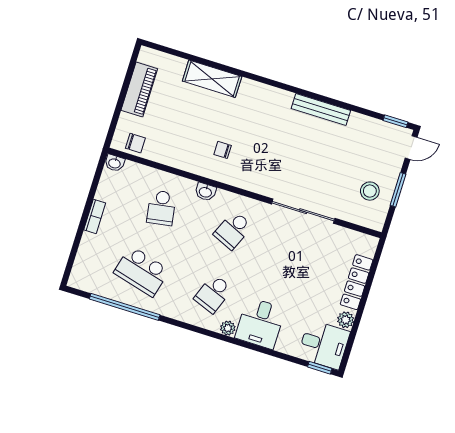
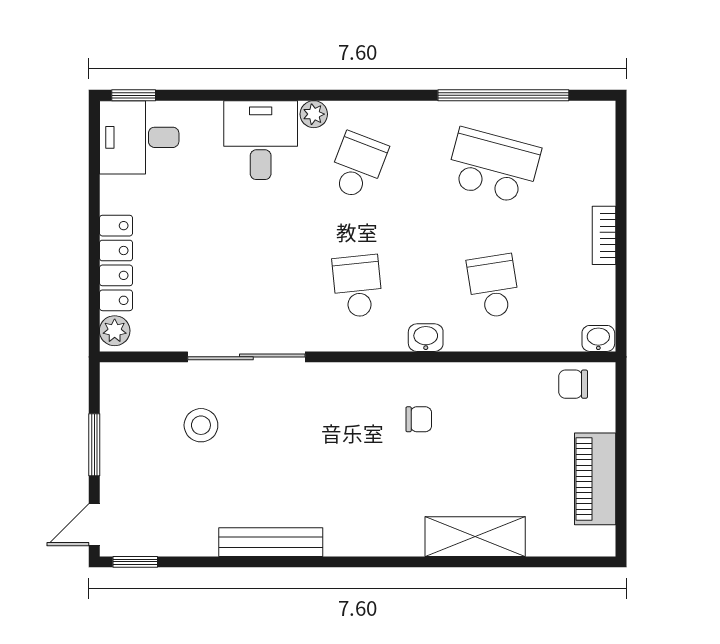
stool: (370, 191) -> (201, 425), moved
school desk: (233, 230) -> (358, 286), turned -30
plant: (346, 320) -> (115, 331), moved

